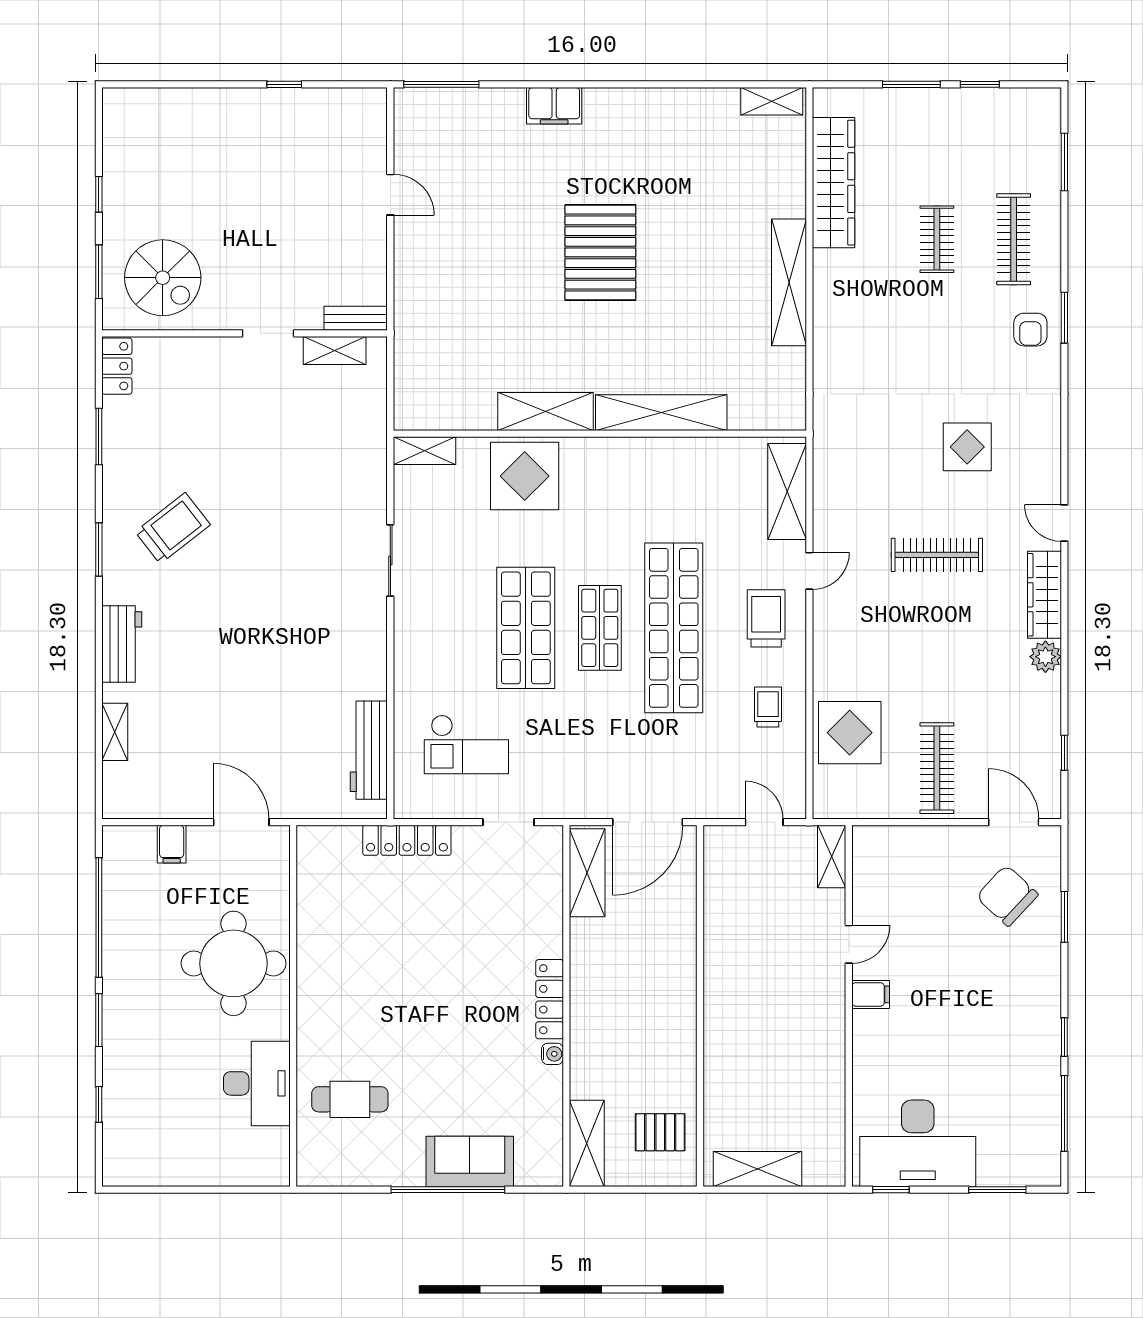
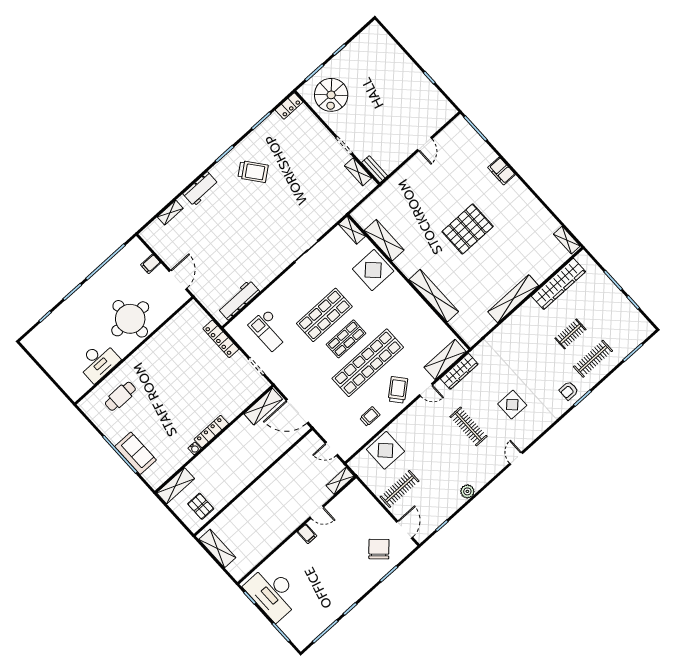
shelving: (545, 411) -> (384, 240), moved
wardrobe: (1044, 595) -> (459, 371), moved, turned 180
trolley: (766, 618) -> (398, 390), turned -40
door: (764, 822) -> (331, 449), swing flipped
cafe table: (350, 1099) -> (120, 396), turned 90

